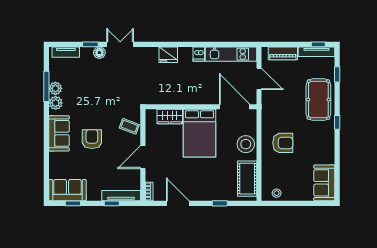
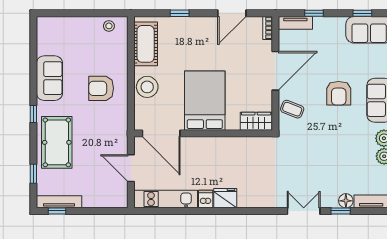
double door: (120, 44) -> (304, 211), swing flipped
floor lamp: (99, 53) -> (346, 201), moved
piano: (283, 53) -> (101, 200), removed
fridge: (168, 55) -> (225, 198), moved
wardrobe: (170, 117) -> (256, 121), moved
door: (143, 157) -> (275, 71), width x1.36
sofa: (324, 183) -> (49, 78), moved
tv unit: (121, 196) -> (295, 23), width x0.71
door: (178, 203) -> (232, 13), hinge flipped

